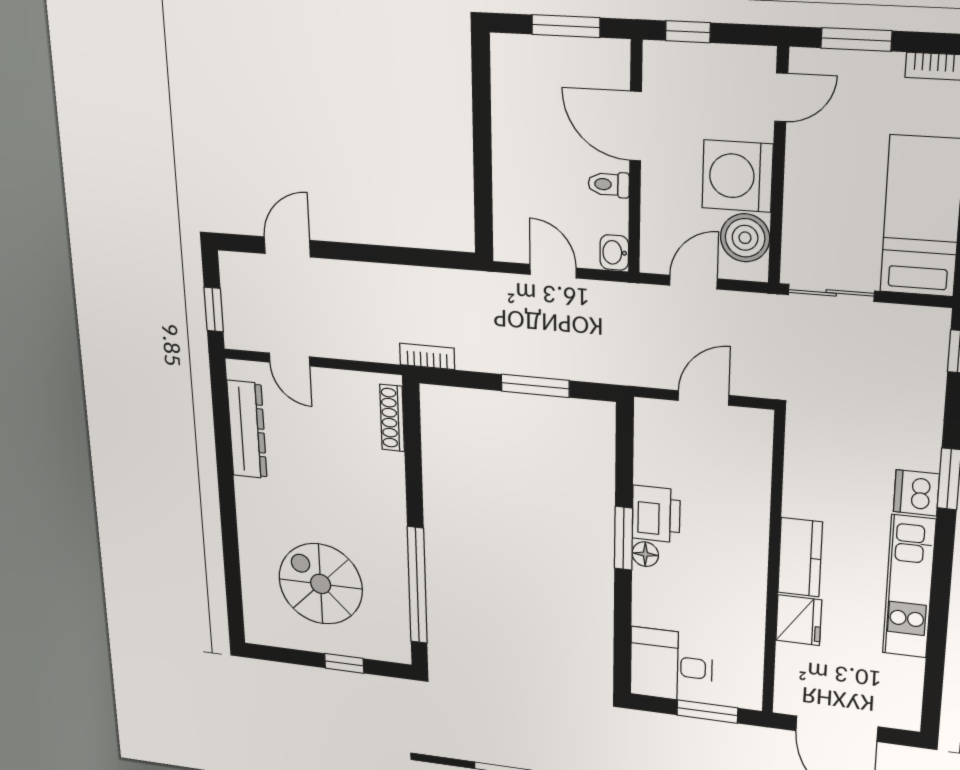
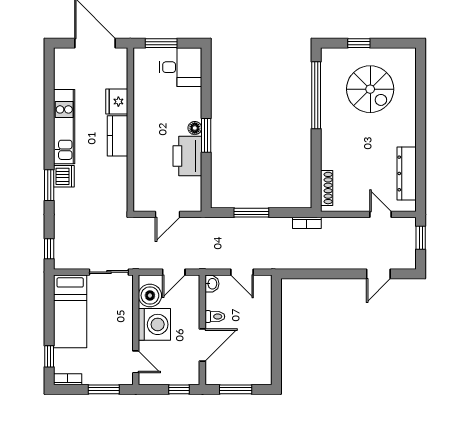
door: (781, 97) -> (136, 362), swing flipped
door: (636, 126) -> (202, 345), hinge flipped
printer: (656, 514) -> (187, 156), width x1.37, depth x1.19

